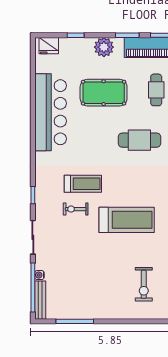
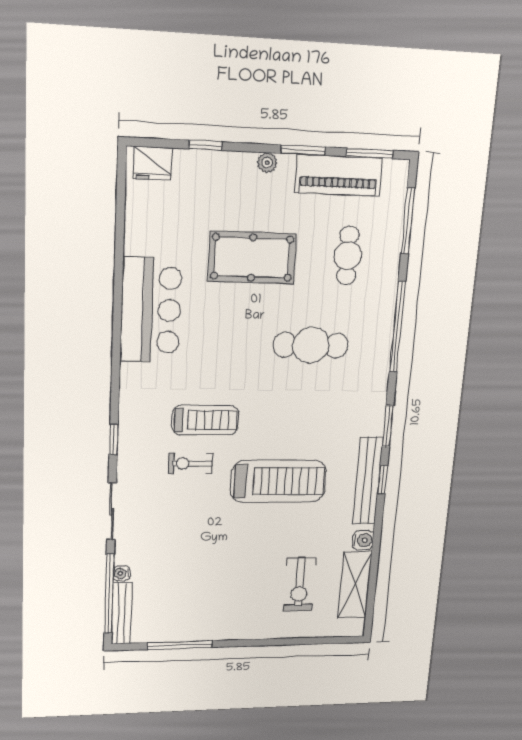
plant: (104, 47) -> (267, 163), width x0.53, depth x0.53
bar counter: (51, 112) -> (151, 310), width x0.73

